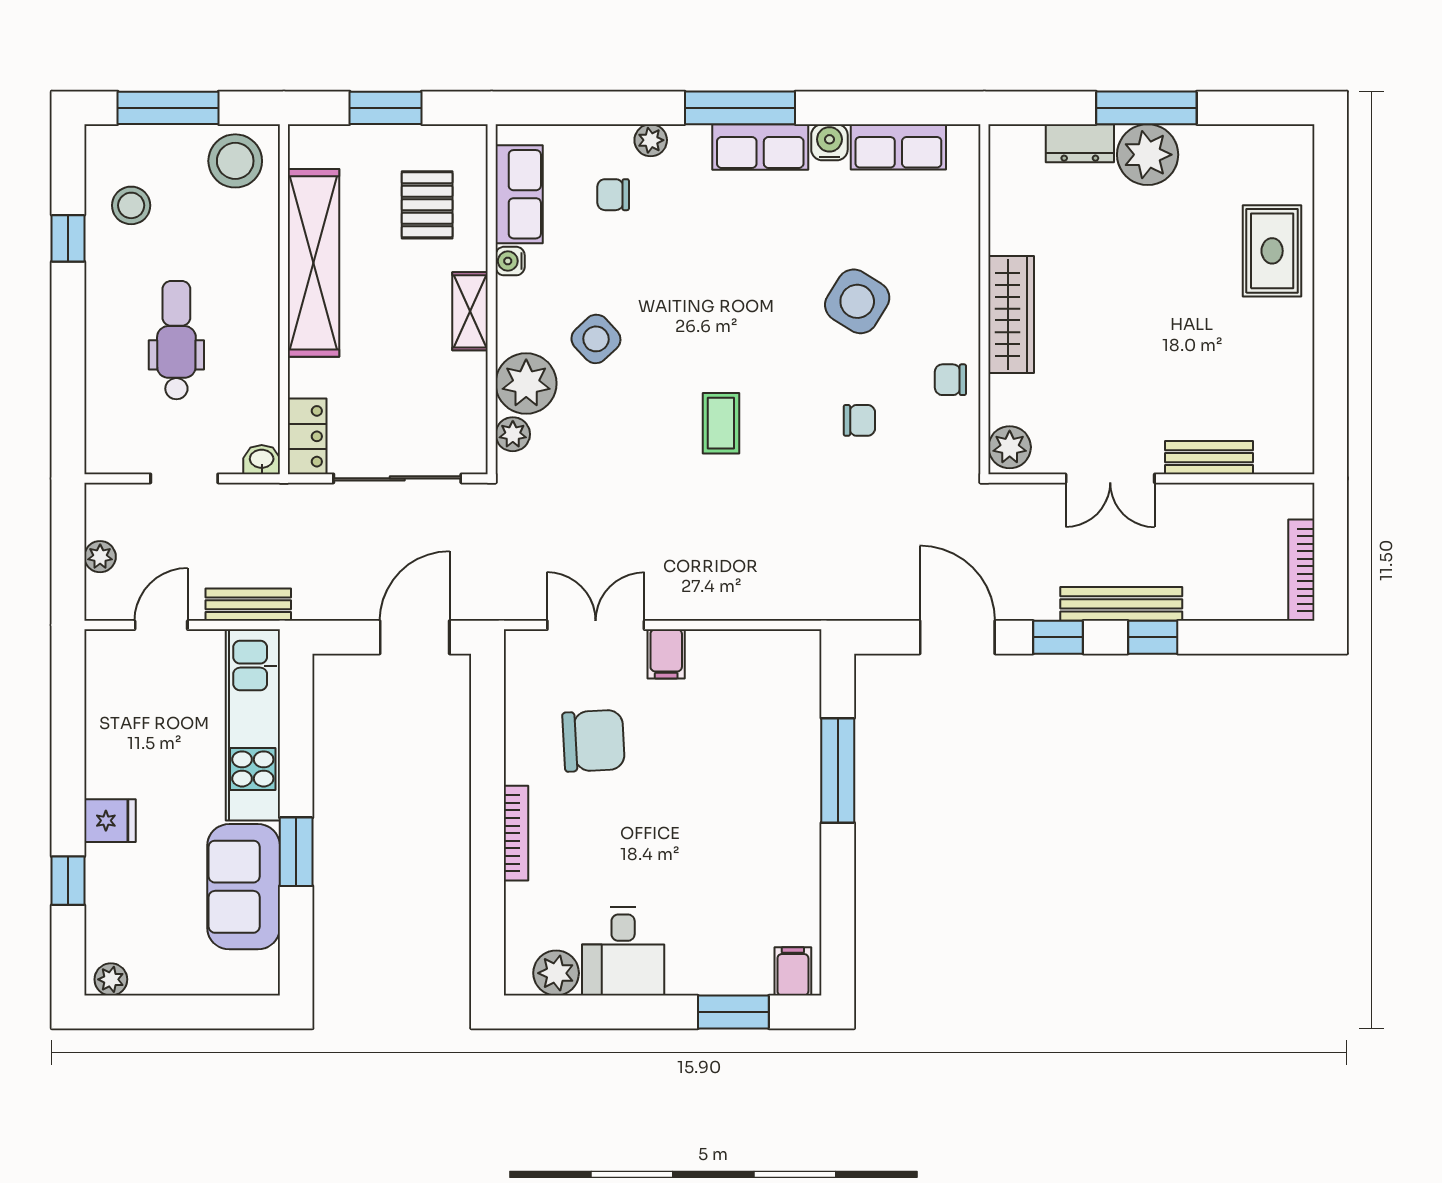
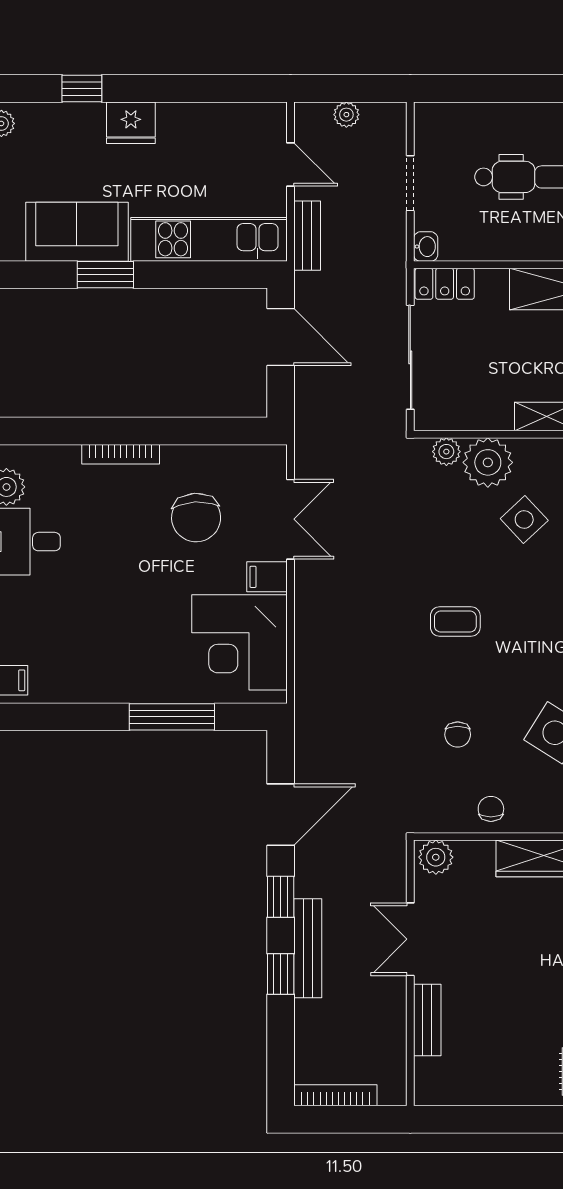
door: (415, 637) -> (281, 337), moved
corner desk: (746, 688) -> (240, 642), added
fridge: (110, 821) -> (131, 123), width x1.38

